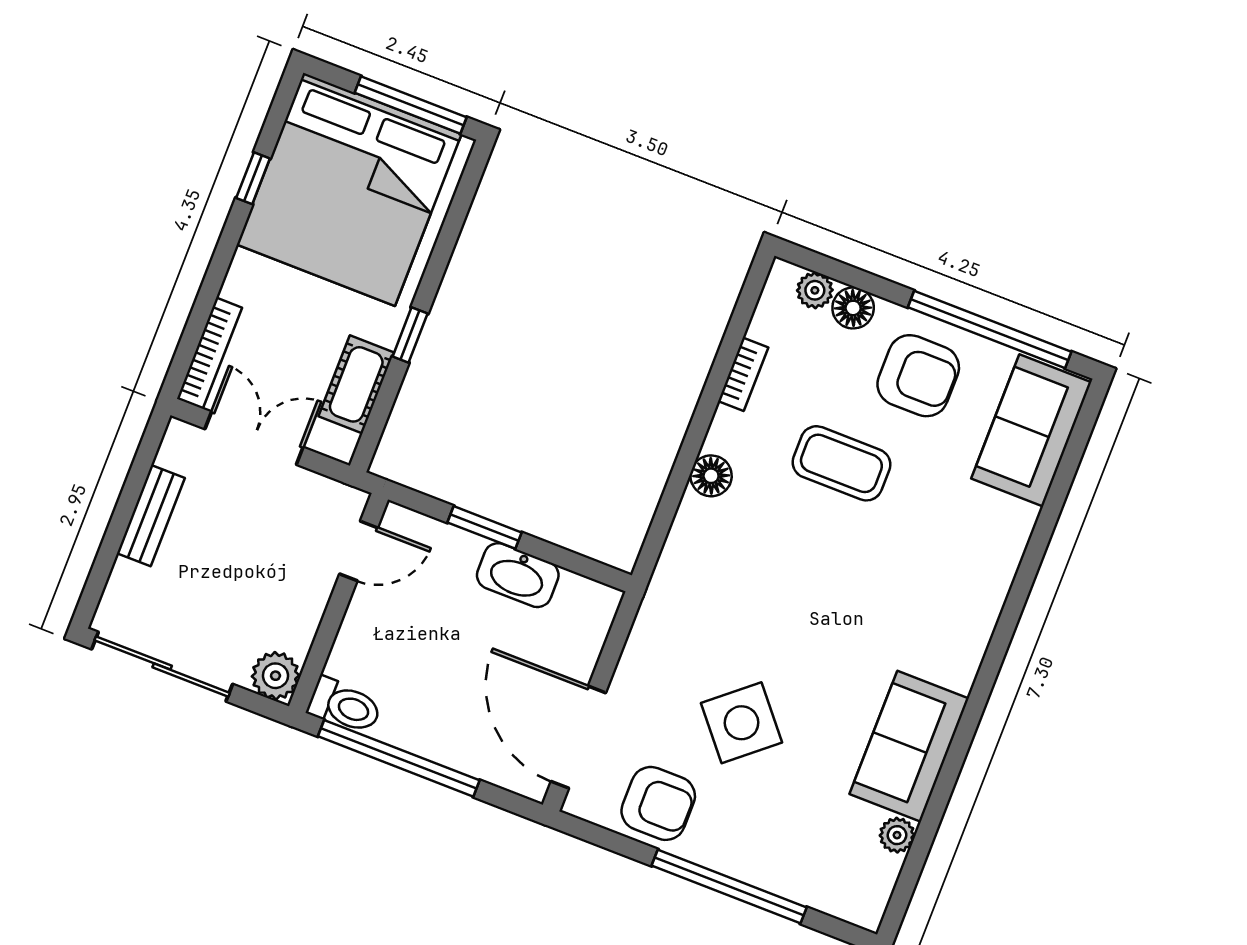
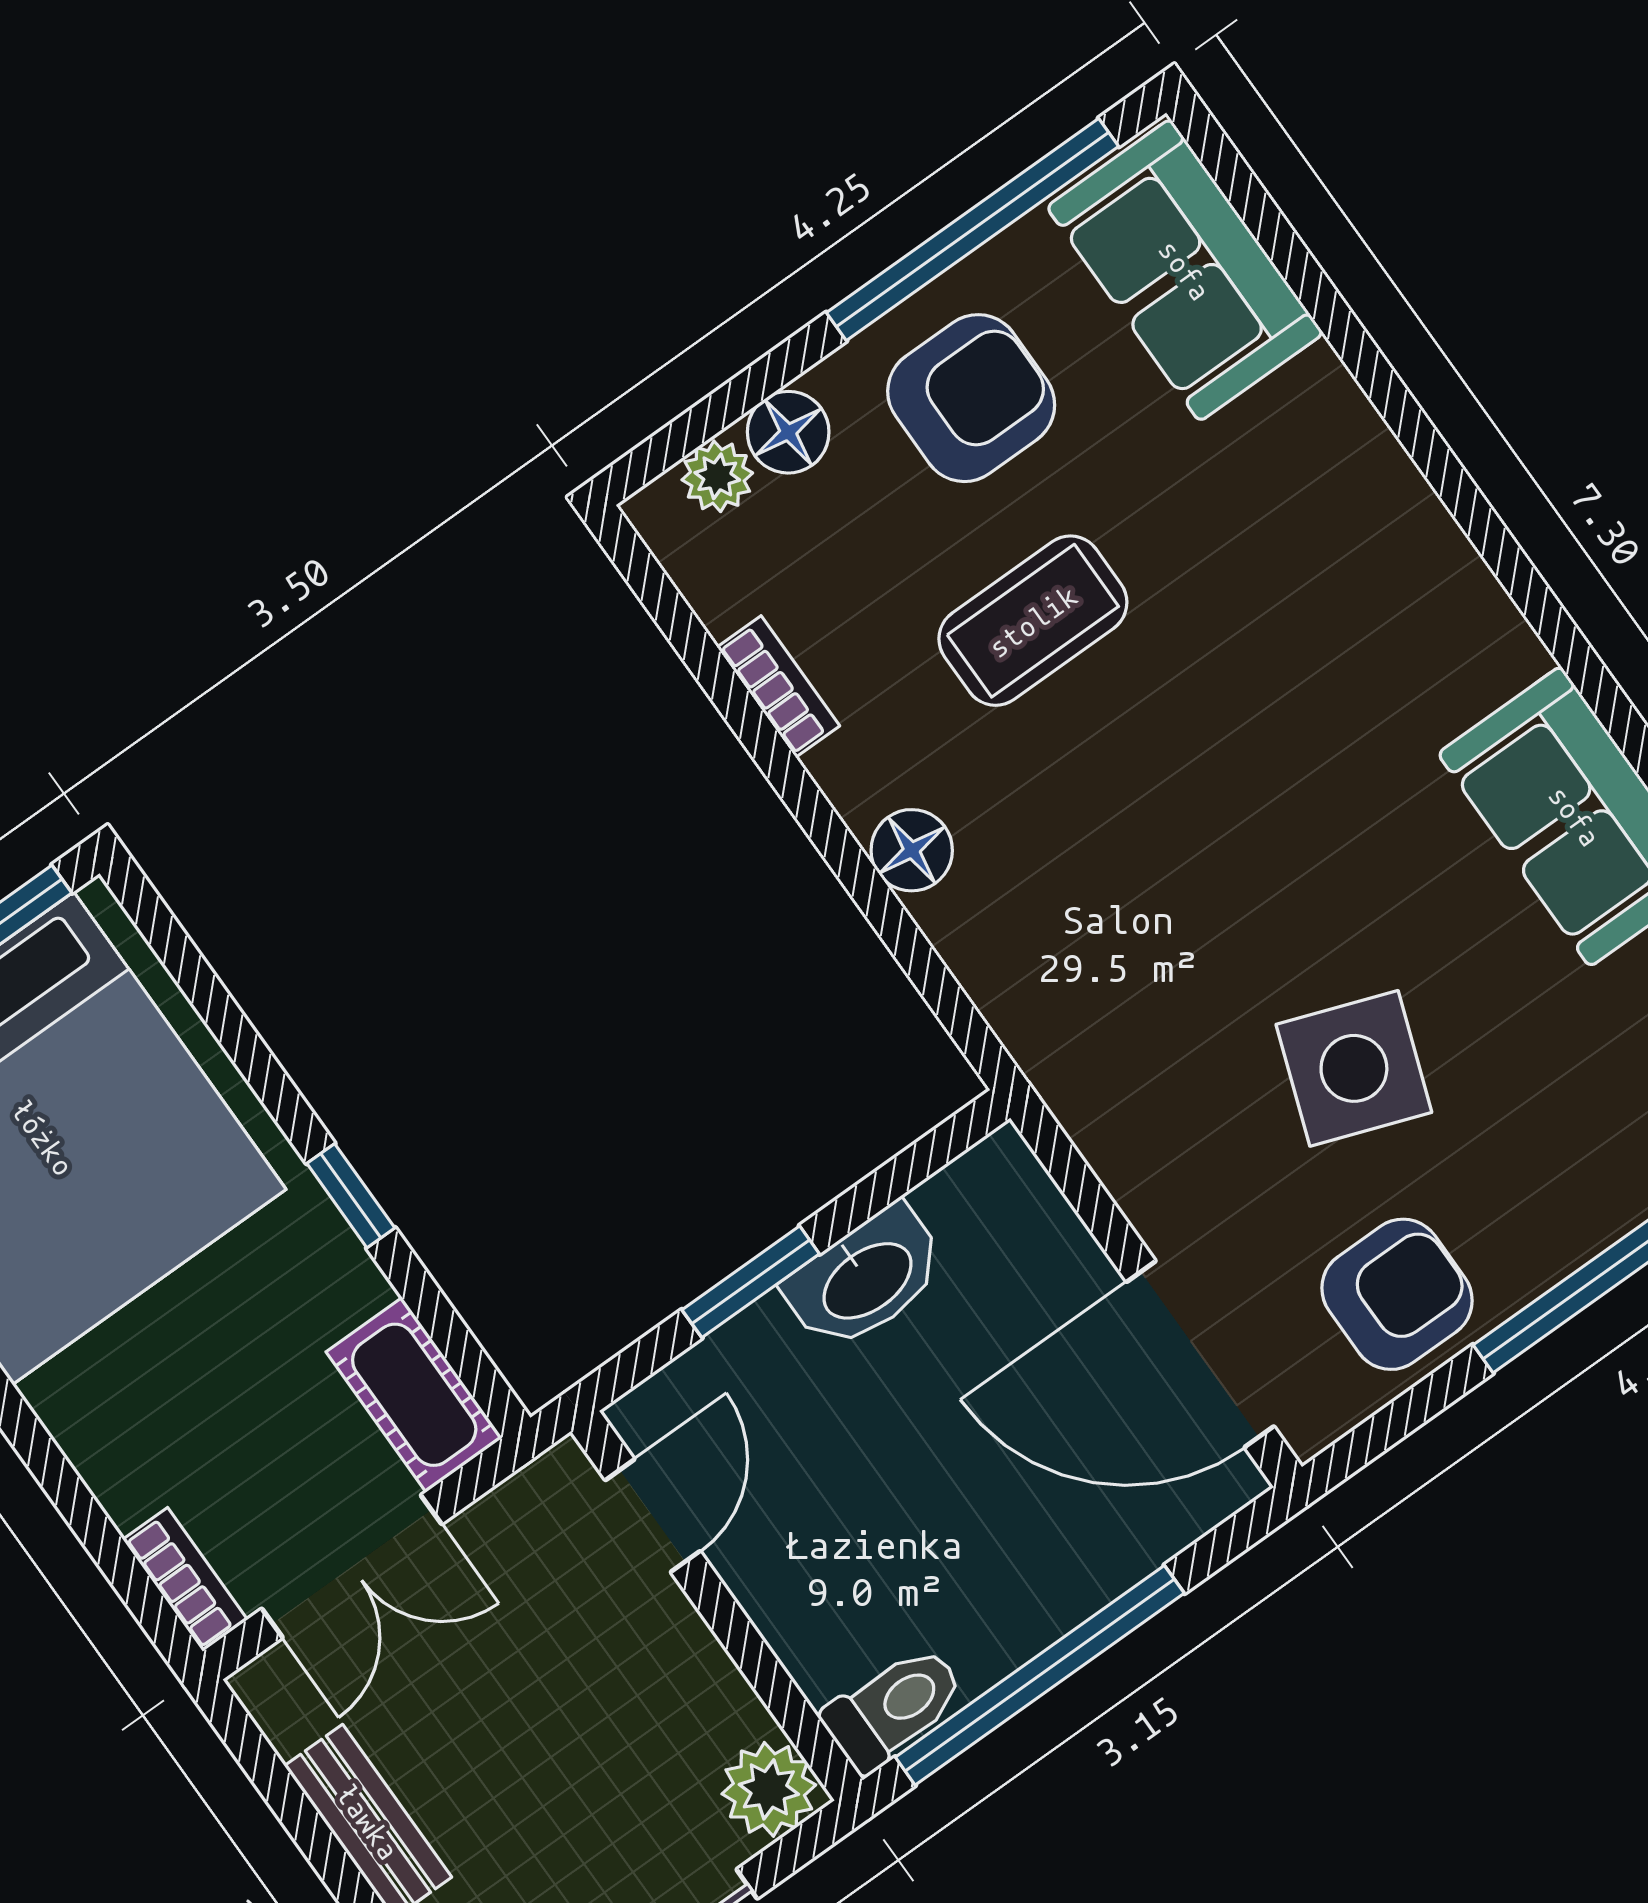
bookcase: (209, 353) -> (185, 1579), width x0.64
cot: (356, 384) -> (414, 1395), moved
double door: (254, 438) -> (352, 1566), swing flipped
side table: (742, 723) -> (1354, 1068), turned -30

